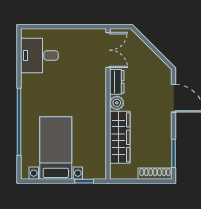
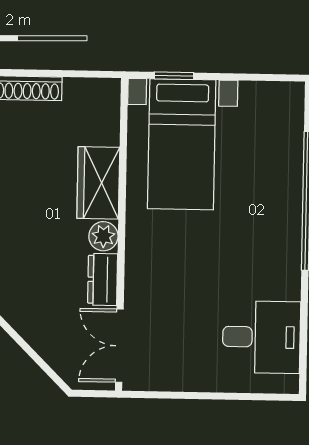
wardrobe: (120, 137) -> (98, 183), width x0.67
bed with nightstands: (56, 148) -> (182, 144), moved

